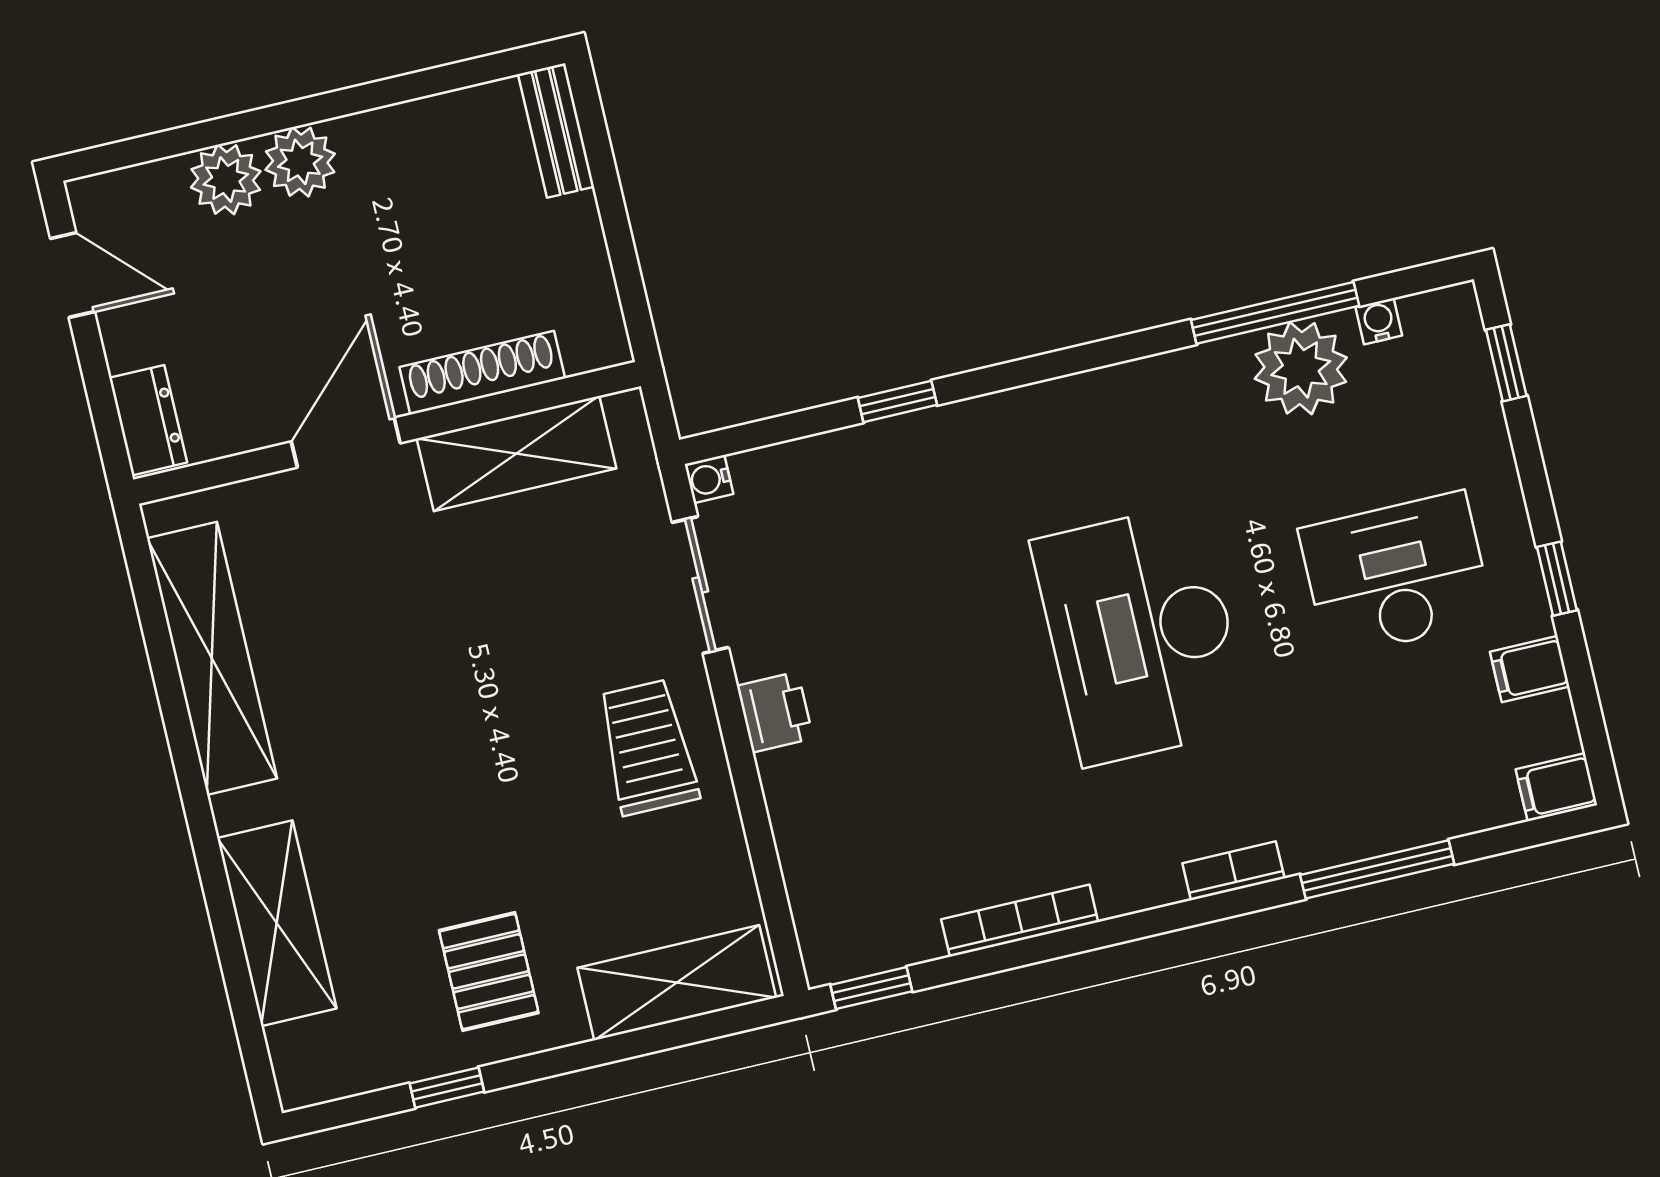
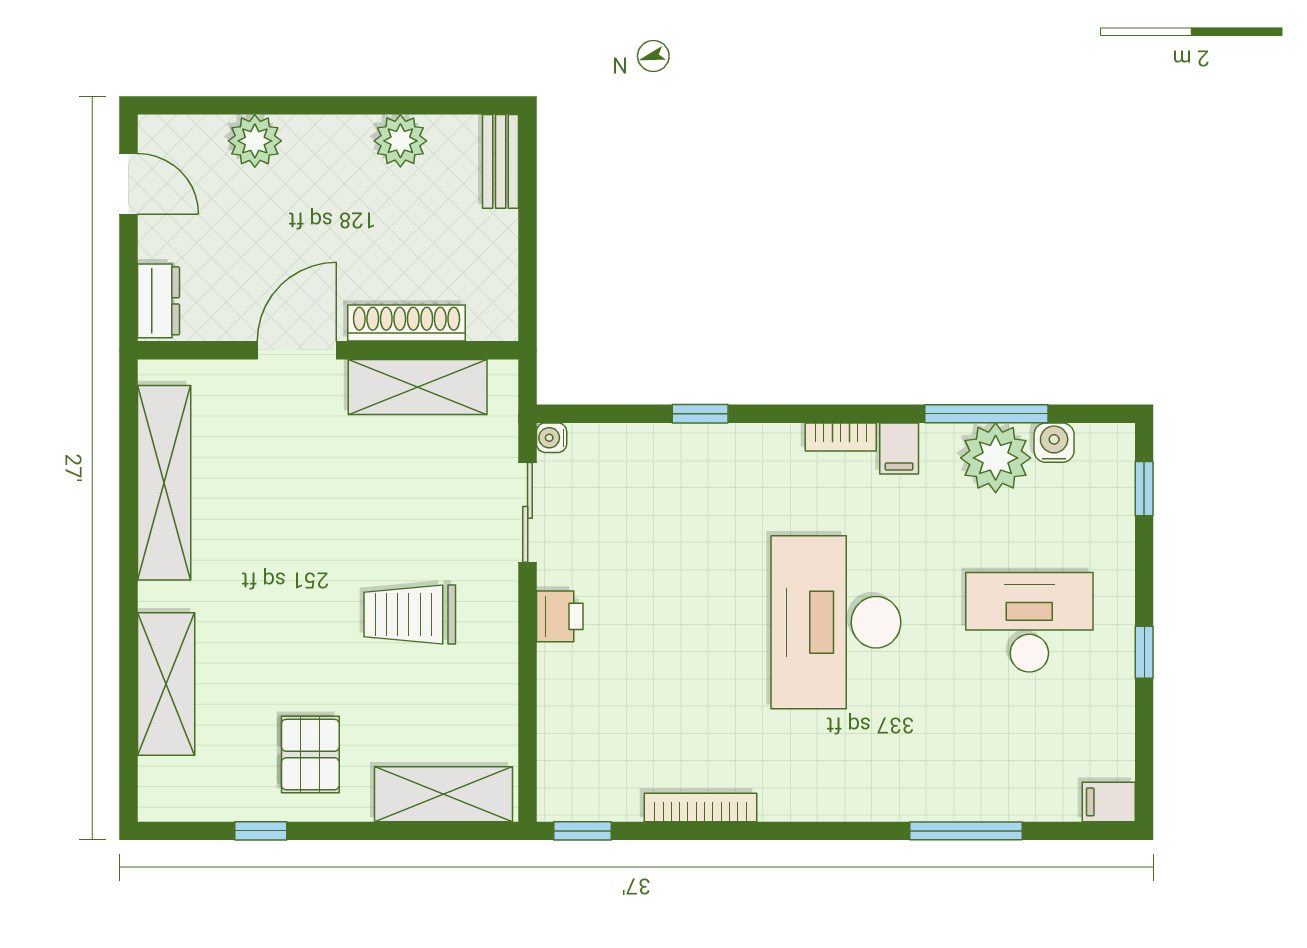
plant: (300, 162) -> (400, 141), moved
water cooler: (1379, 321) -> (1054, 443), width x1.38, depth x1.38
filing cabinet: (1530, 669) -> (899, 448), moved, turned -90
trolley: (648, 747) -> (410, 615), moved, turned -90
bookcase: (1233, 871) -> (841, 437), moved, turned 180

